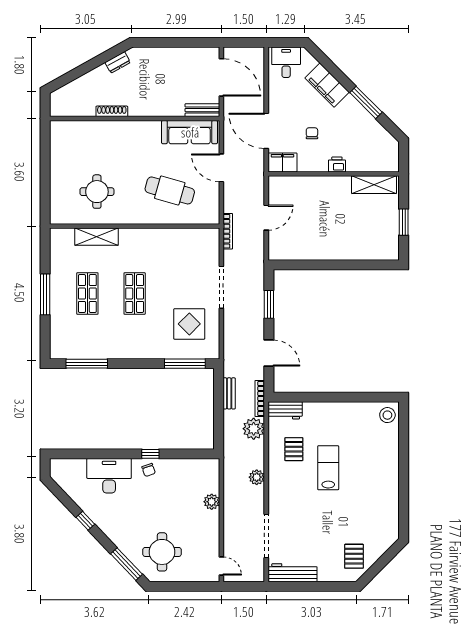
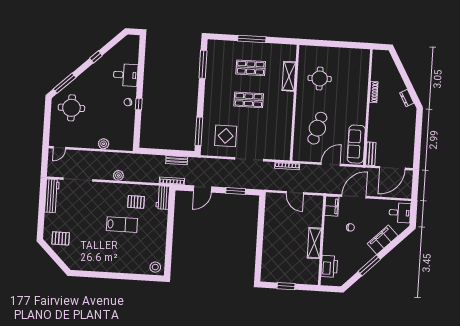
printer: (337, 164) -> (329, 266), moved, width x1.87, depth x1.48
shelving: (374, 185) -> (314, 243), moved
plant: (254, 429) -> (152, 175), removed
desk: (109, 476) -> (126, 75), width x0.73

